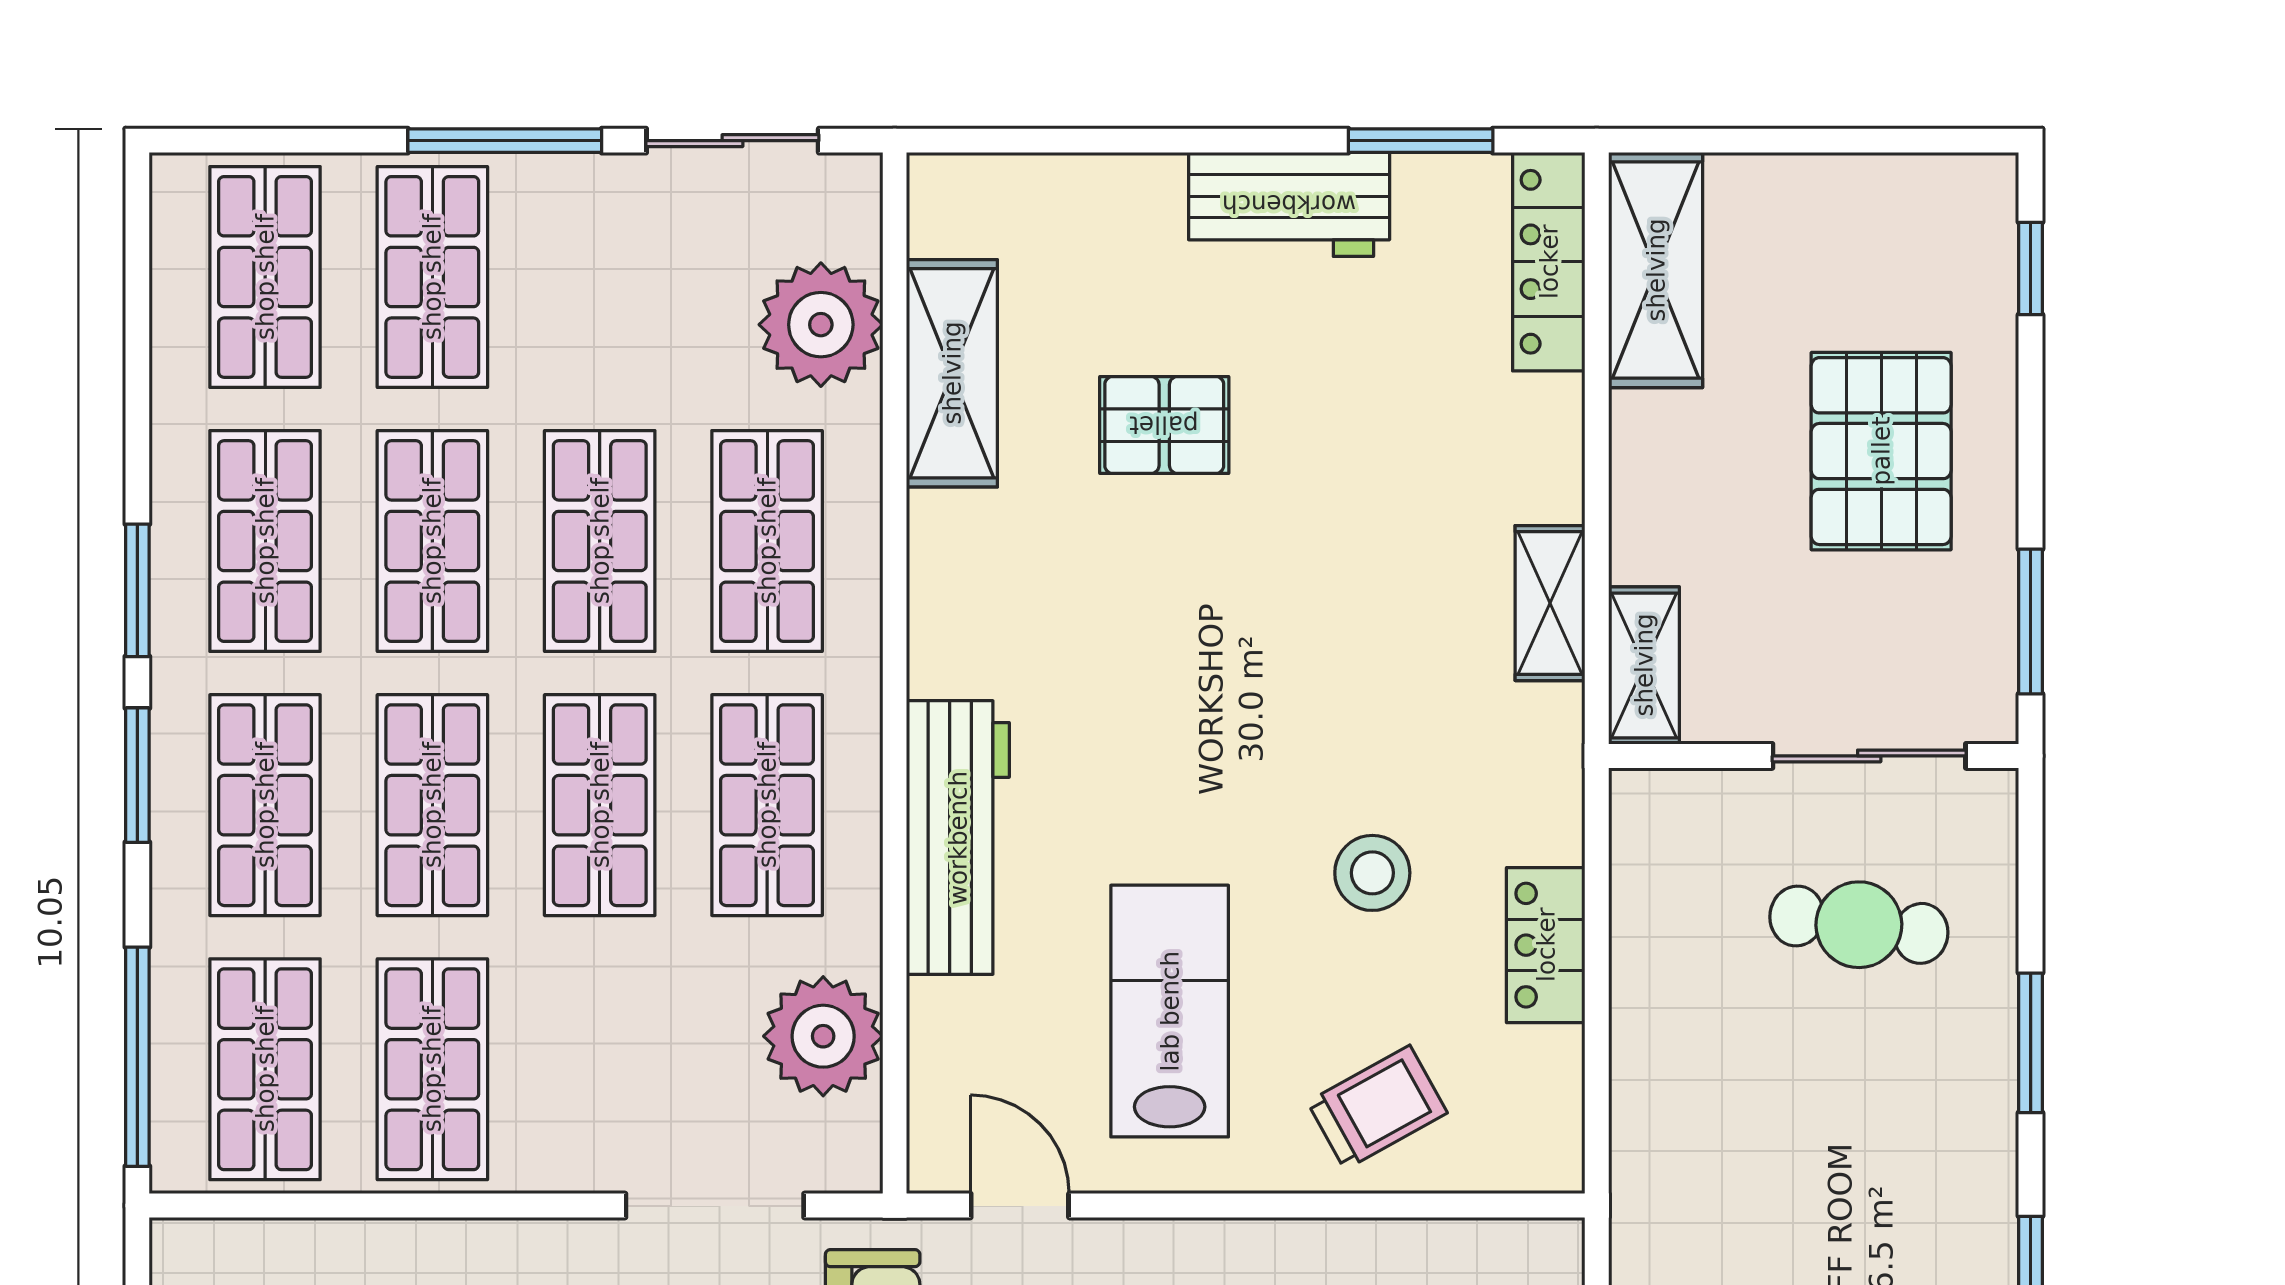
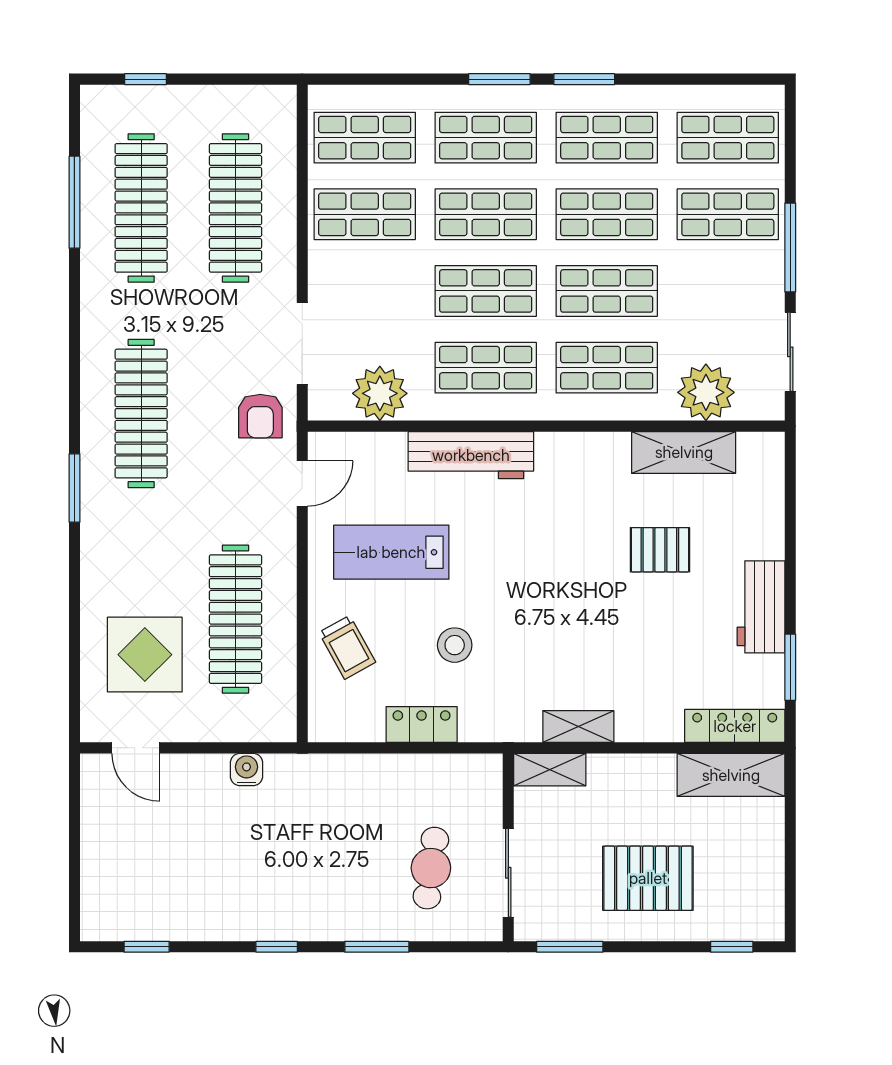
pallet: (1164, 425) -> (660, 550), turned 90
lab bench: (1170, 1011) -> (391, 552), turned 180
window: (137, 1057) -> (370, 79), removed

